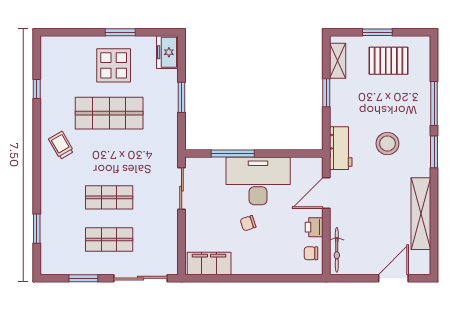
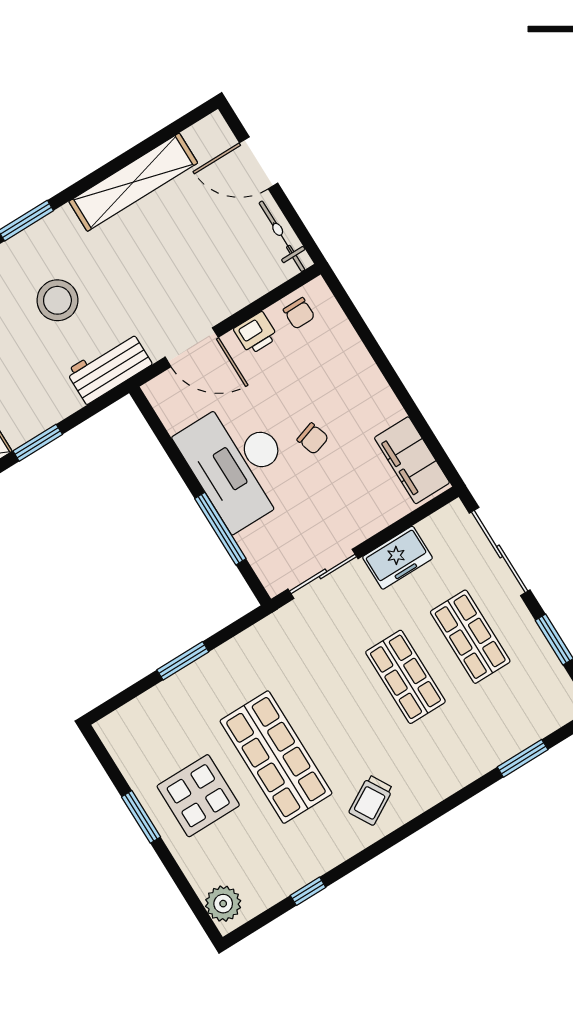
plant: (56, 46) -> (223, 904), added
freezer: (167, 52) -> (397, 558), moved
bicycle: (337, 250) -> (282, 236), moved, turned -90

